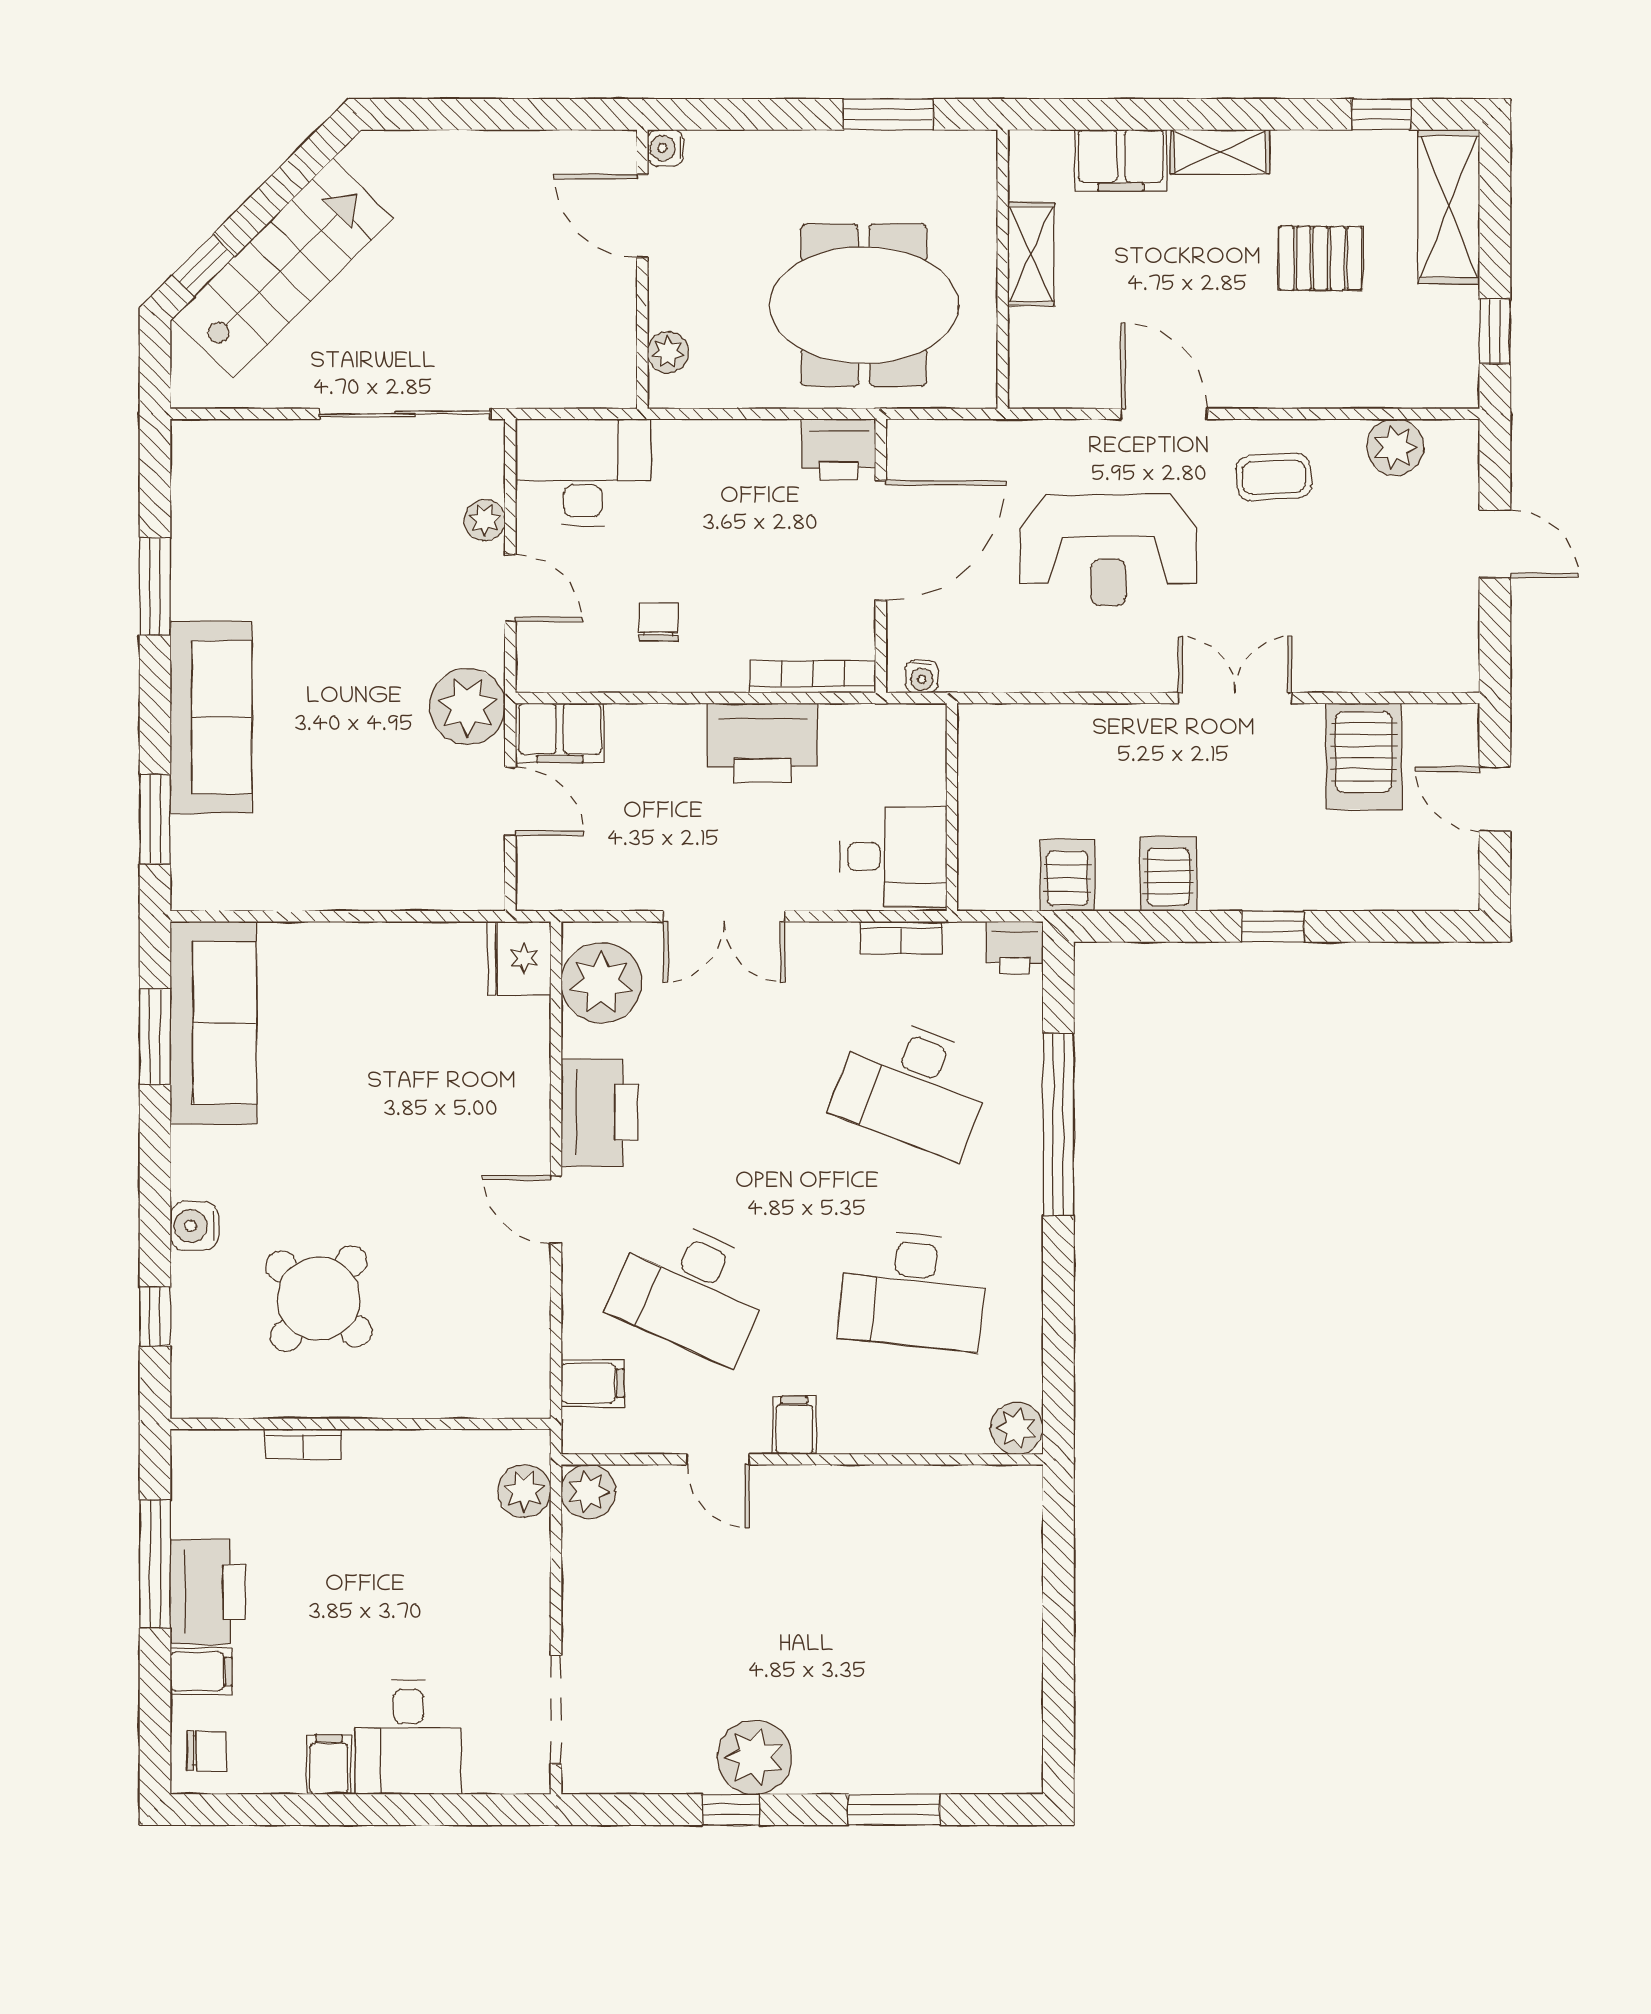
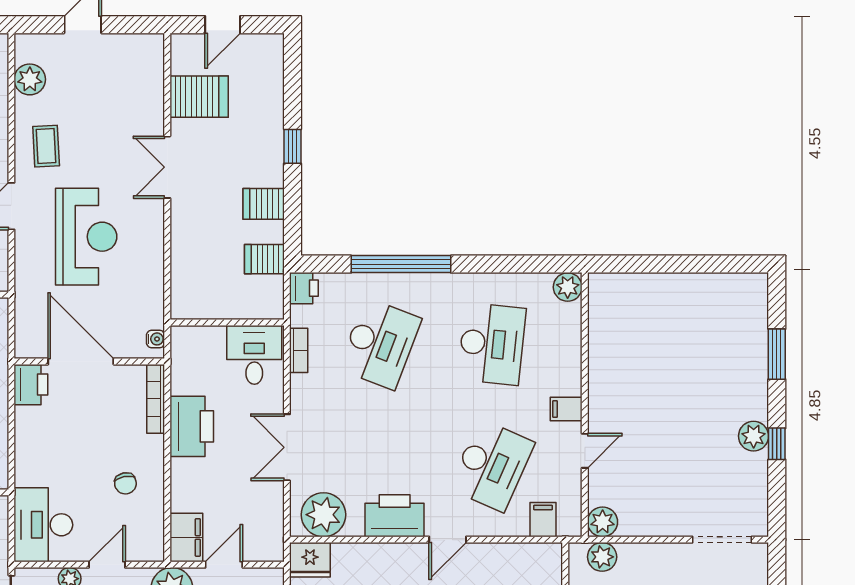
chair: (658, 622) -> (125, 483), turned -101
double door: (724, 916) -> (287, 447), swing flipped
plant: (755, 1757) -> (754, 436), width x0.73, depth x0.73

